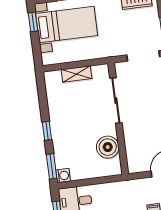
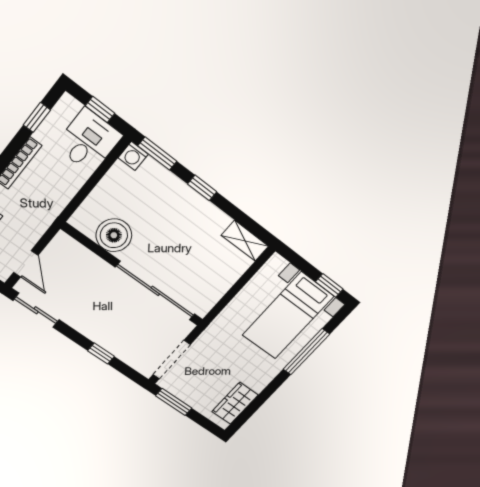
shelving: (77, 74) -> (245, 241), moved, turned 90
sliding door: (116, 101) -> (155, 291), width x1.36

